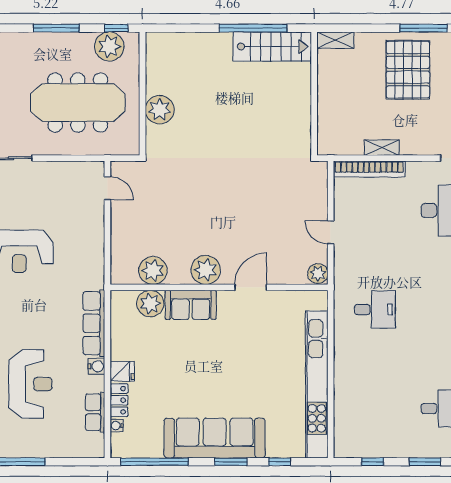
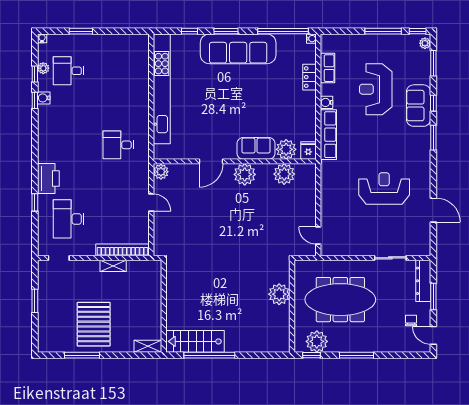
fridge: (122, 371) -> (308, 150), moved, turned 90
water cooler: (117, 426) -> (311, 39), moved
window: (373, 462) -> (120, 31), removed

